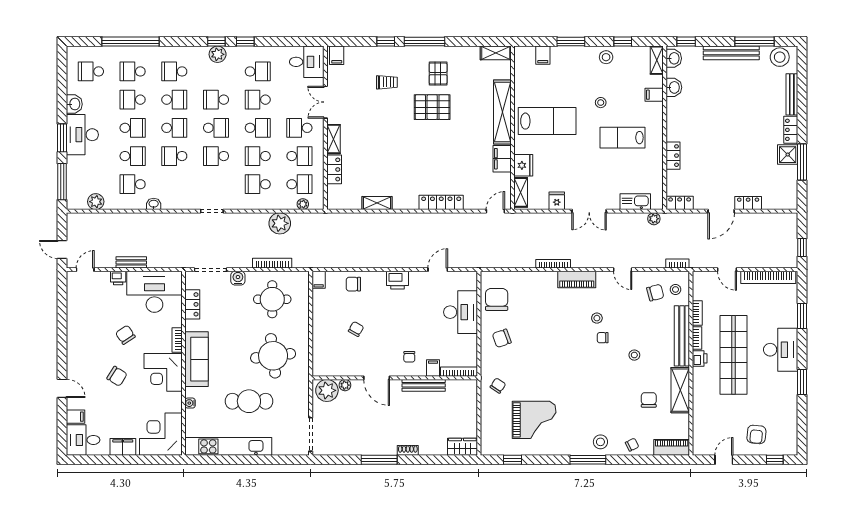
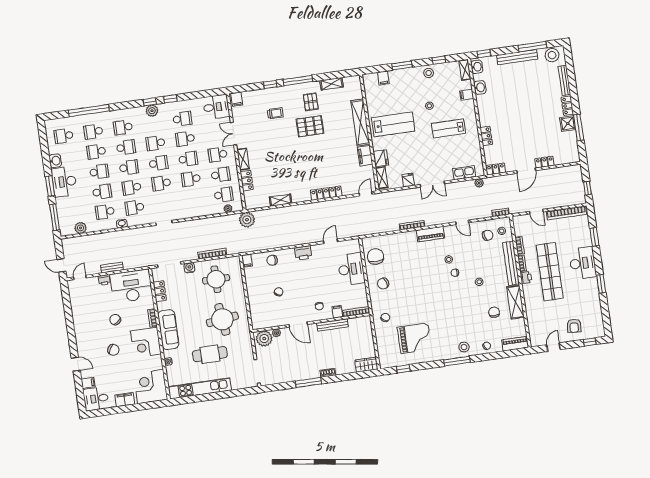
shelving: (496, 53) -> (332, 84), moved
school desk: (258, 184) -> (135, 208), moved
plant: (280, 223) -> (247, 220), moved

